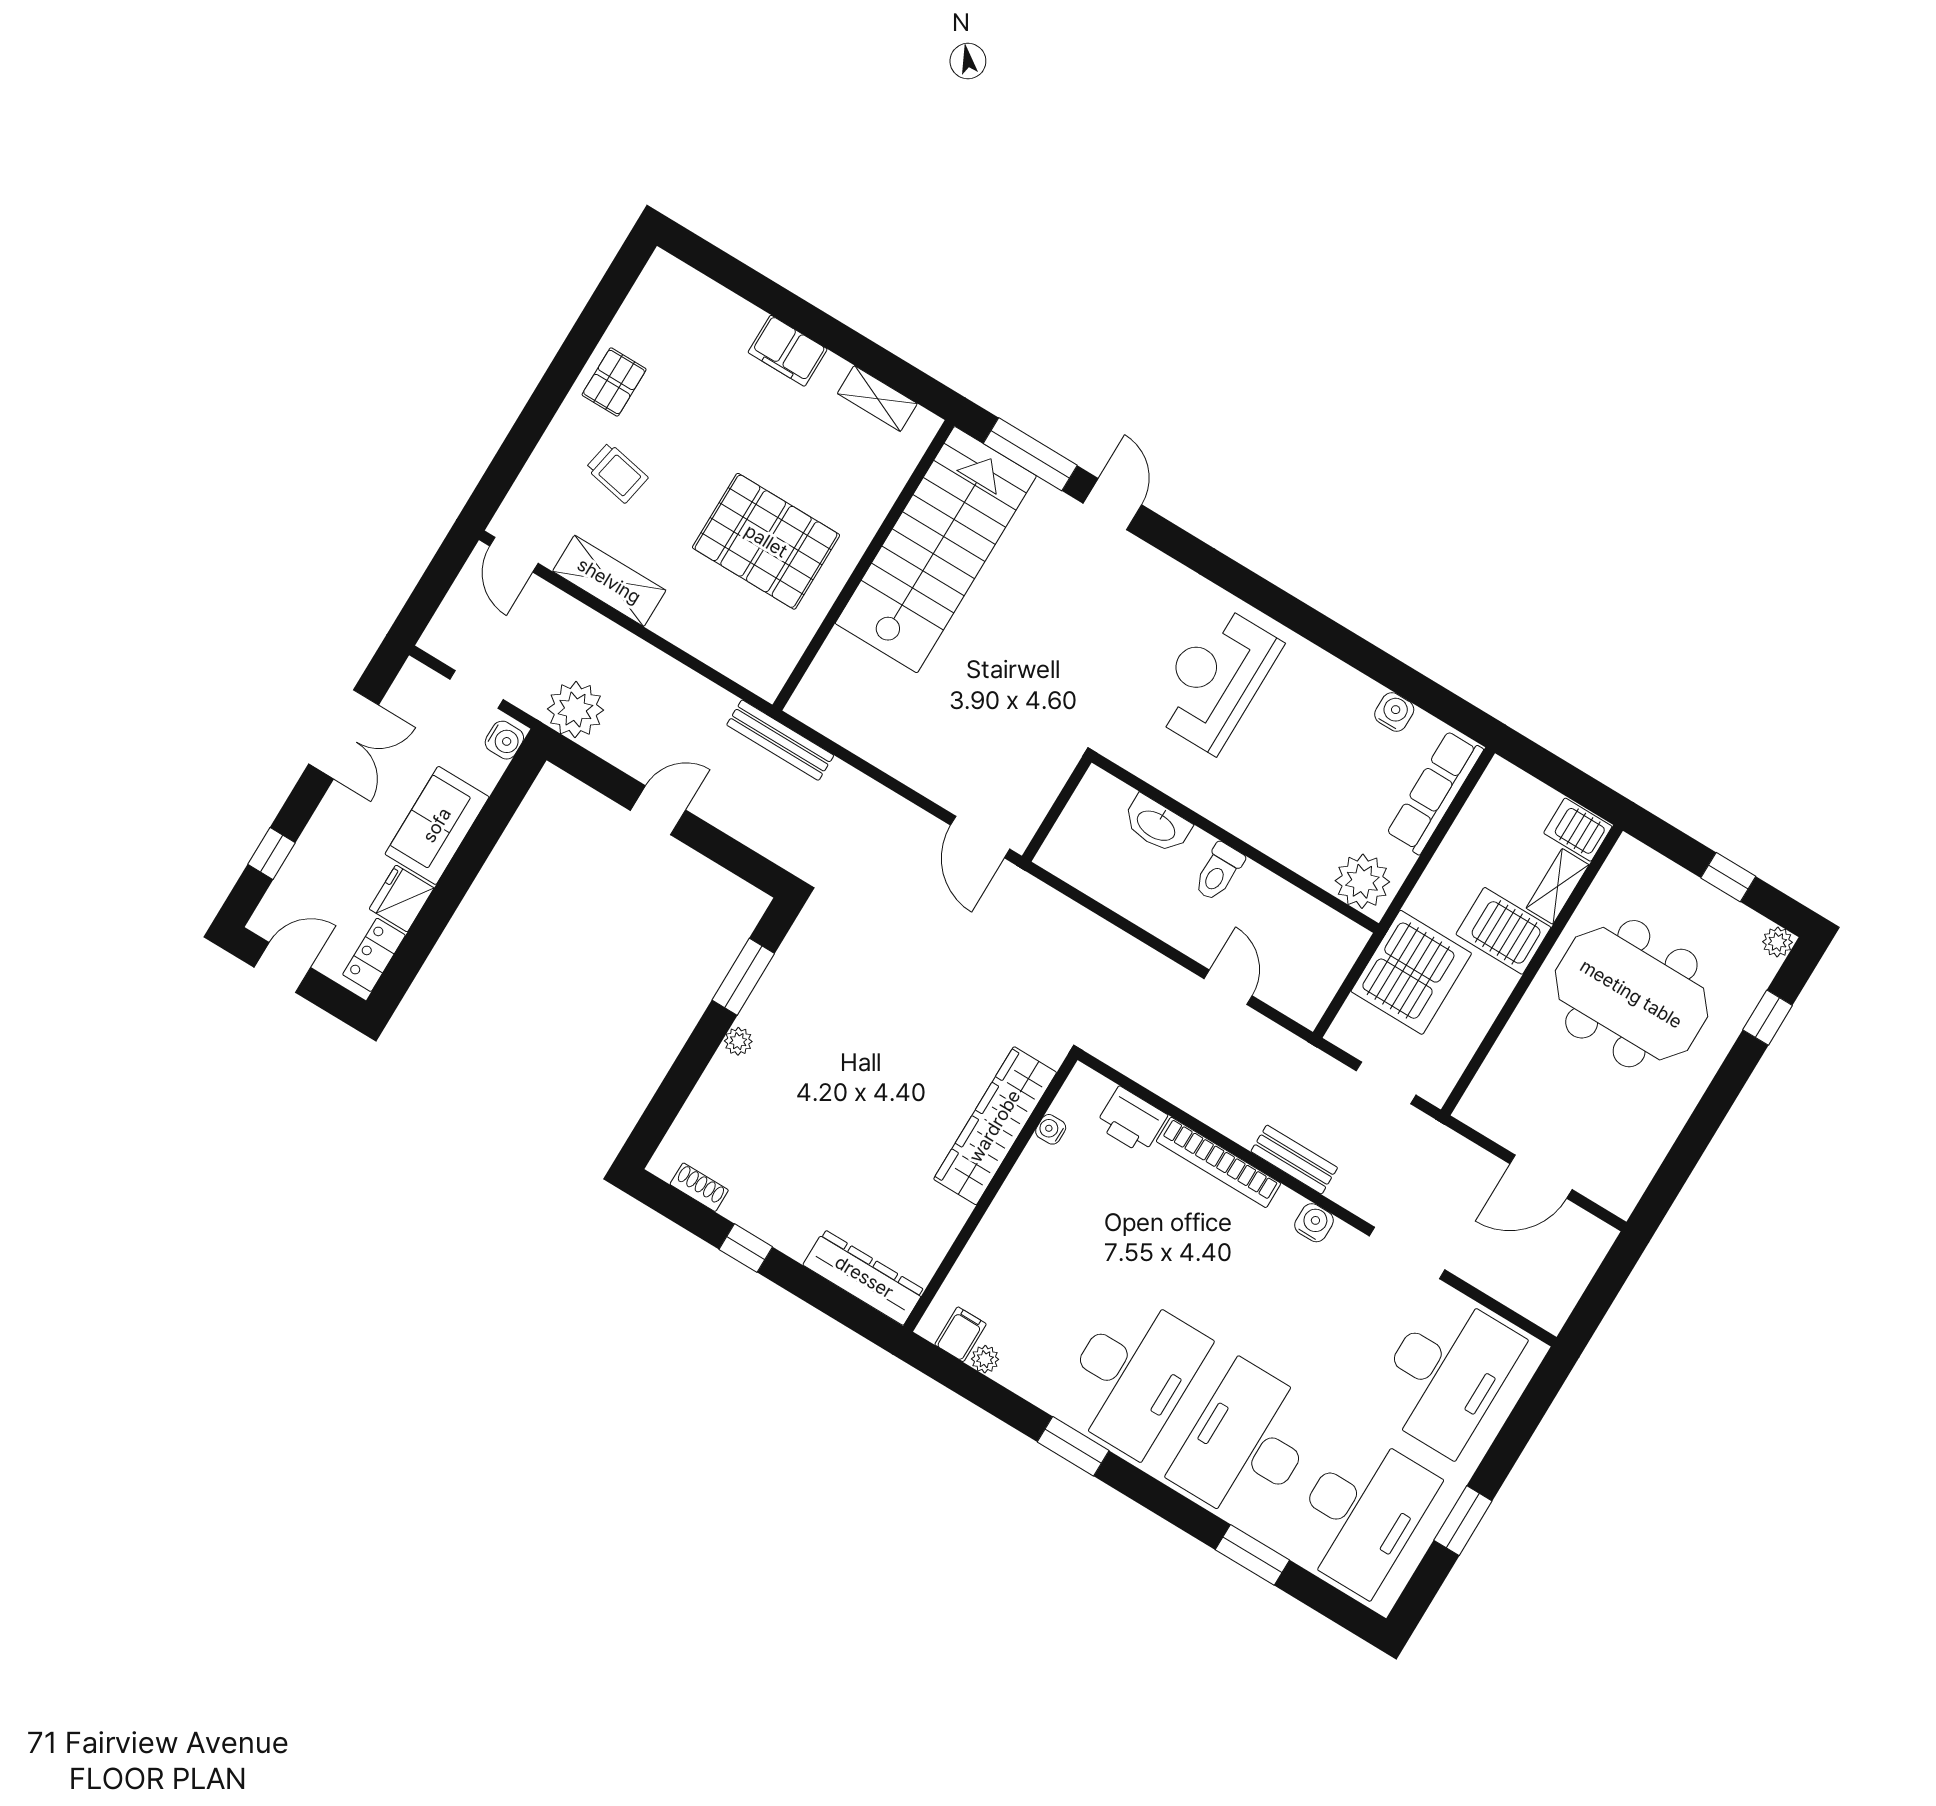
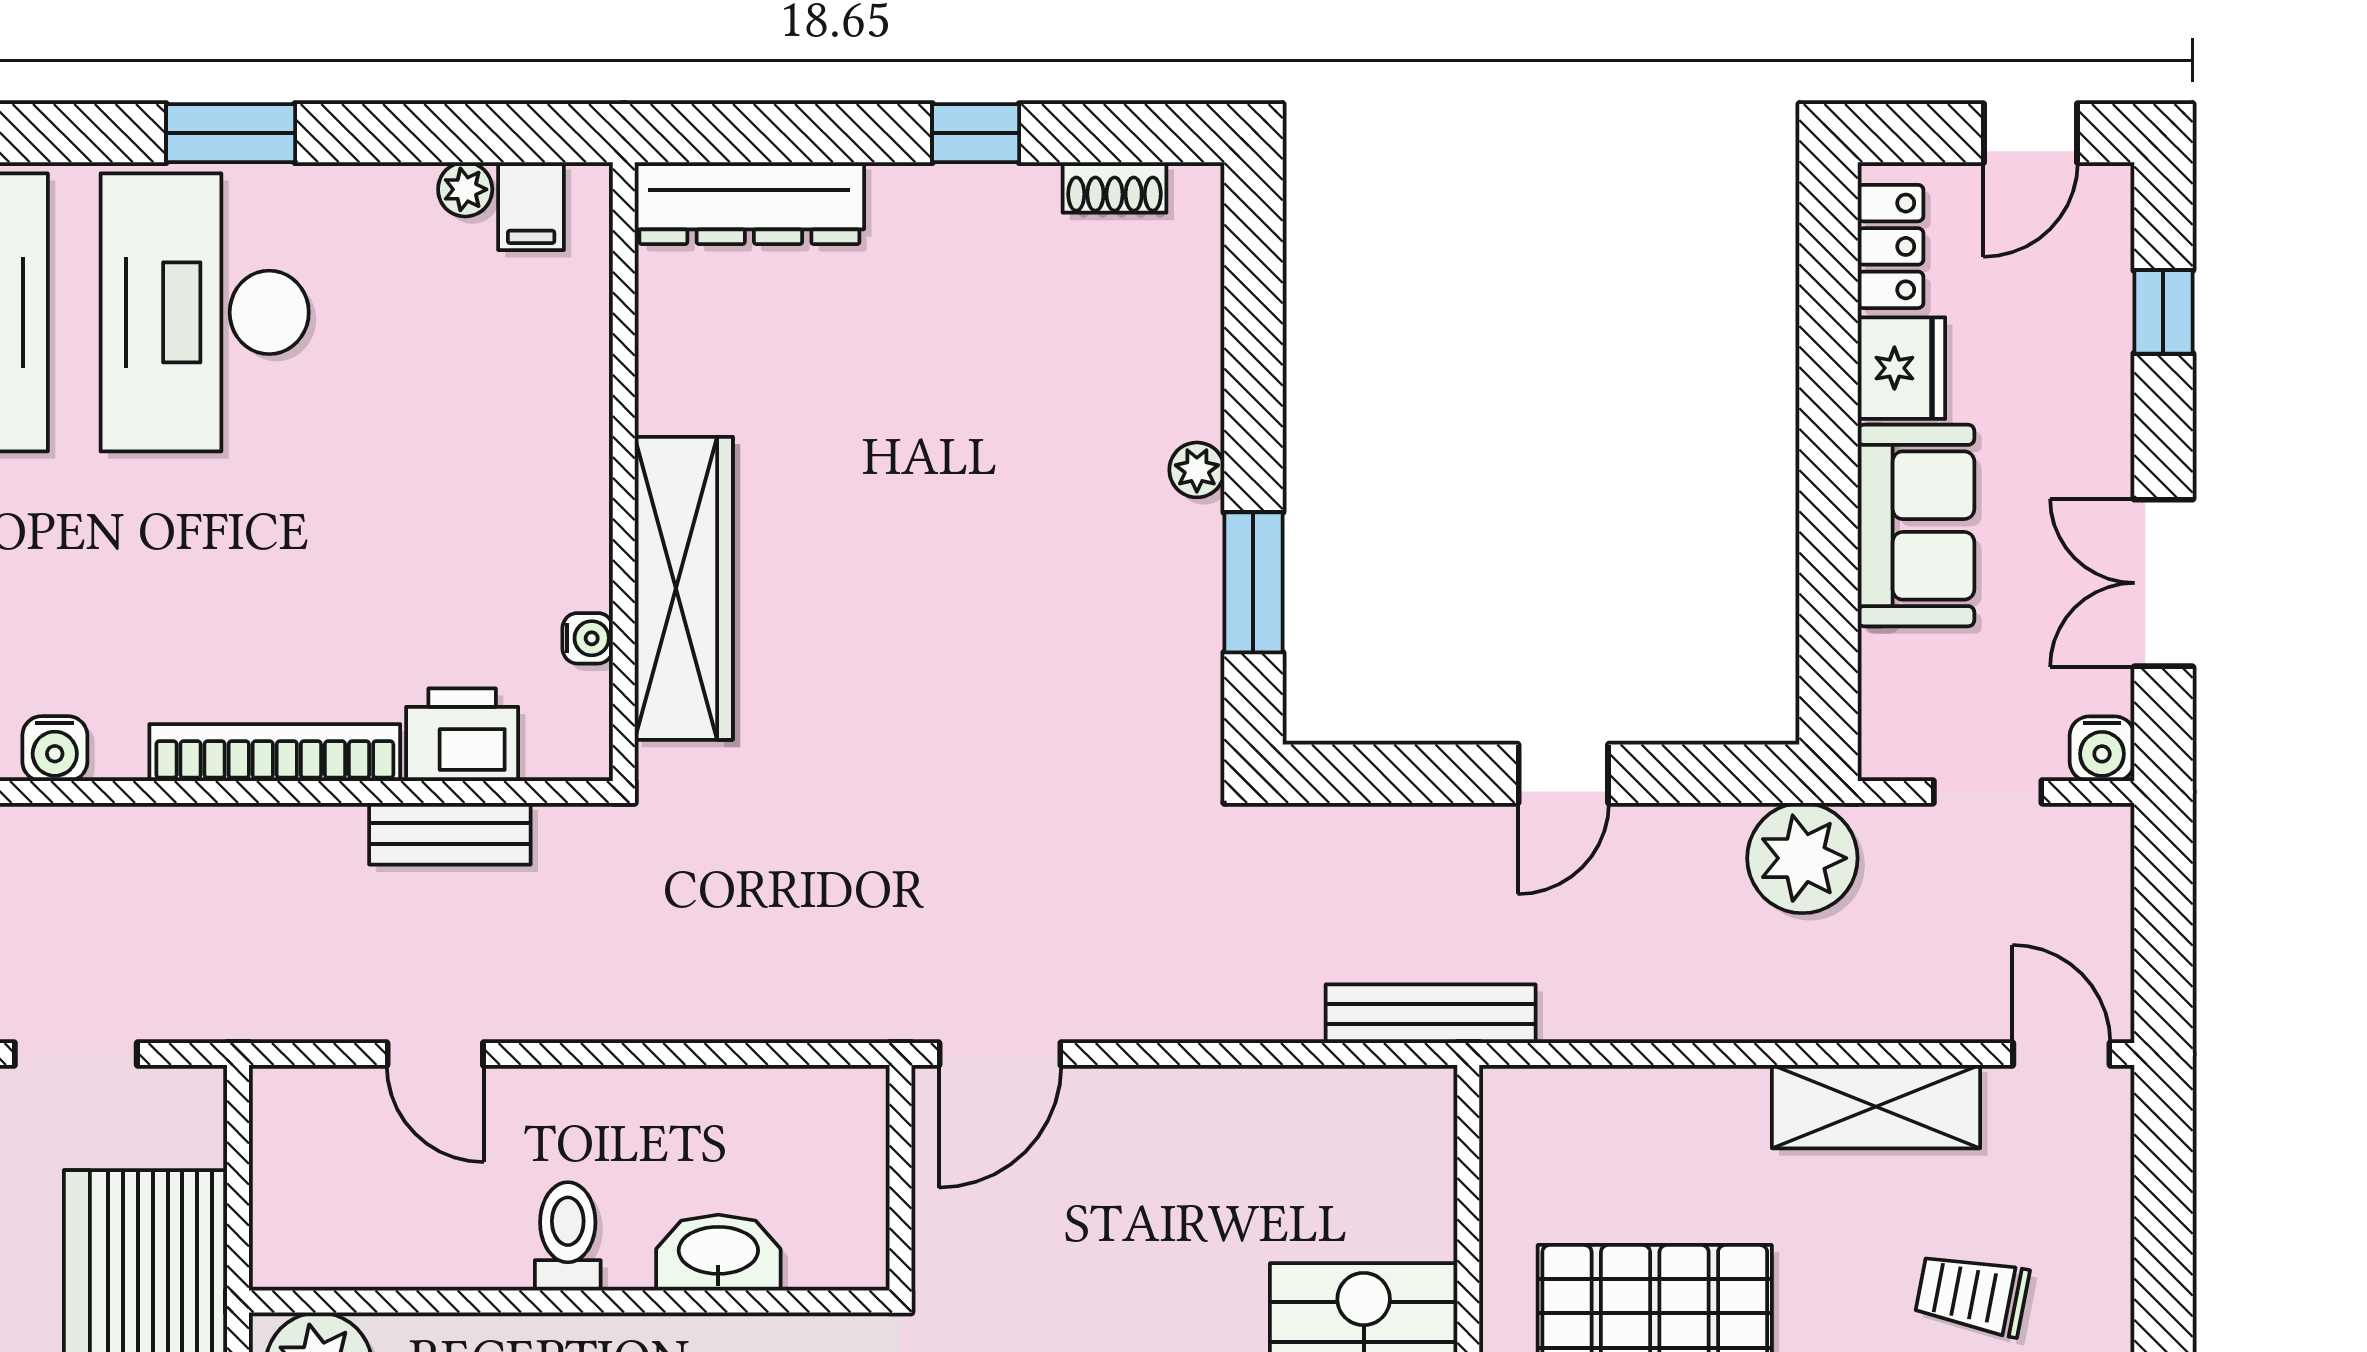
water cooler: (504, 740) -> (2102, 749), moved, turned -90
door: (980, 837) -> (1000, 1054), swing flipped
bench: (1294, 1160) -> (450, 834), moved

